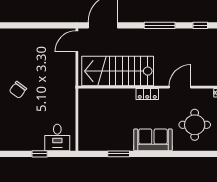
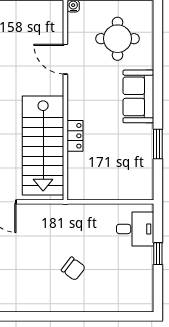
chair: (18, 90) -> (73, 269), moved
locker: (147, 94) -> (75, 136), moved

